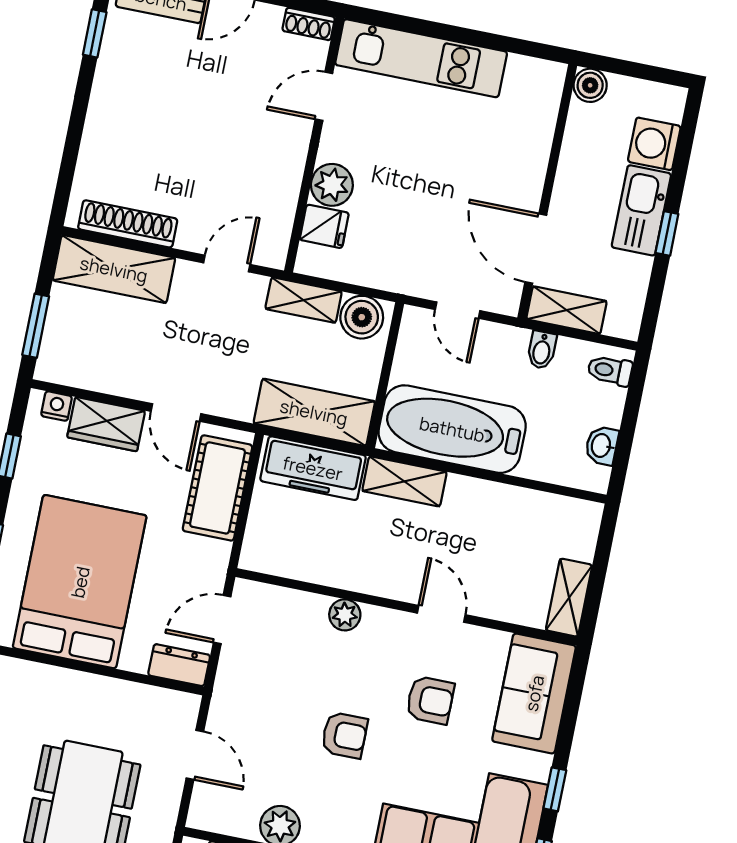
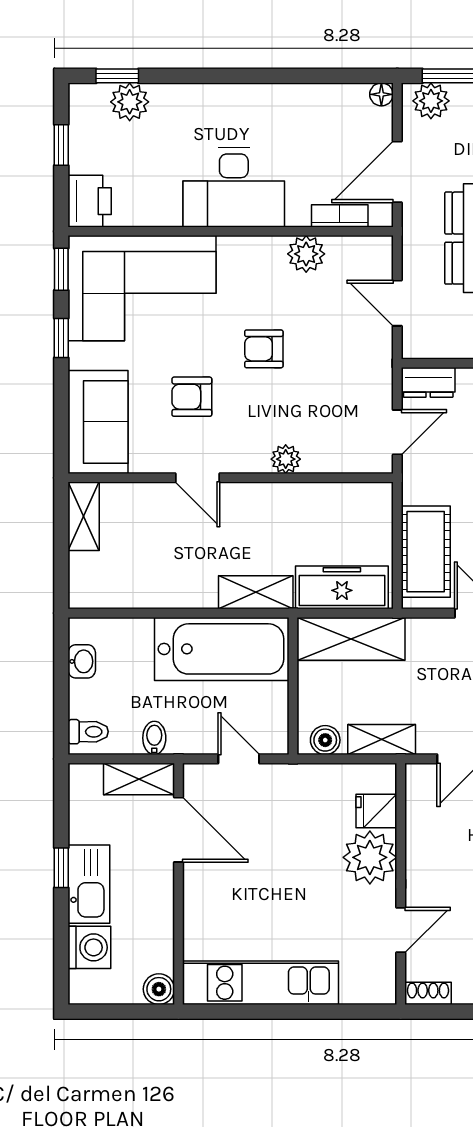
kitchen unit: (421, 58) -> (261, 983), moved
plant: (332, 185) -> (370, 857), width x1.36, depth x1.36
boiler: (362, 317) -> (325, 740), width x0.73, depth x0.73

